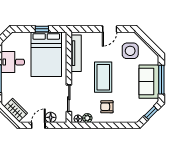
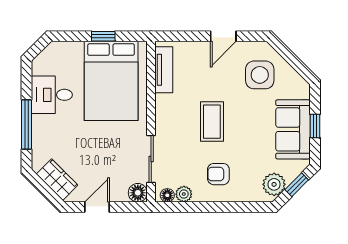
tv unit: (76, 53) -> (164, 70), width x0.71
coffee table: (103, 77) -> (212, 122), width x0.73, depth x0.76
window: (161, 80) -> (315, 126), width x0.46
plant: (138, 113) -> (274, 184), added
floor lamp: (51, 117) -> (138, 193), moved

